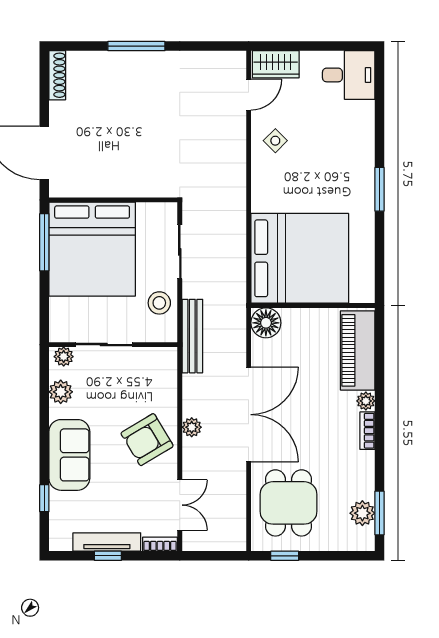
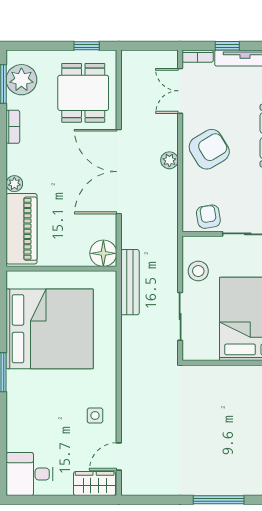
side table: (275, 141) -> (95, 416), turned 45
bed: (300, 258) -> (50, 329), moved, turned 180
bench: (192, 336) -> (130, 282), moved
armchair: (148, 364) -> (208, 217), added
bookcase: (367, 431) -> (13, 127), moved
plant: (362, 513) -> (21, 80), width x1.36, depth x1.36
window: (108, 556) -> (227, 46), moved

